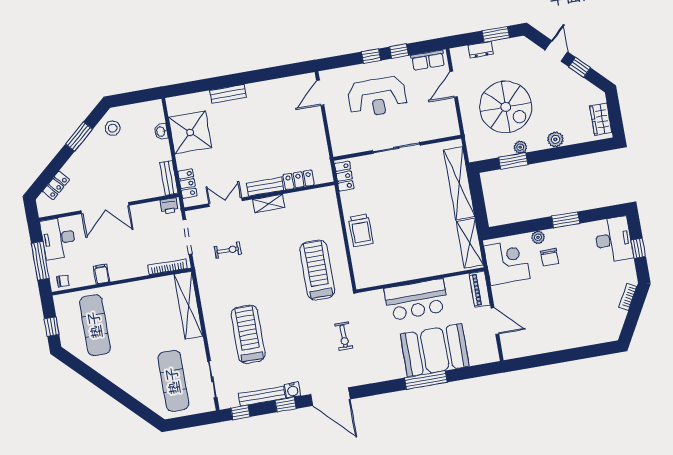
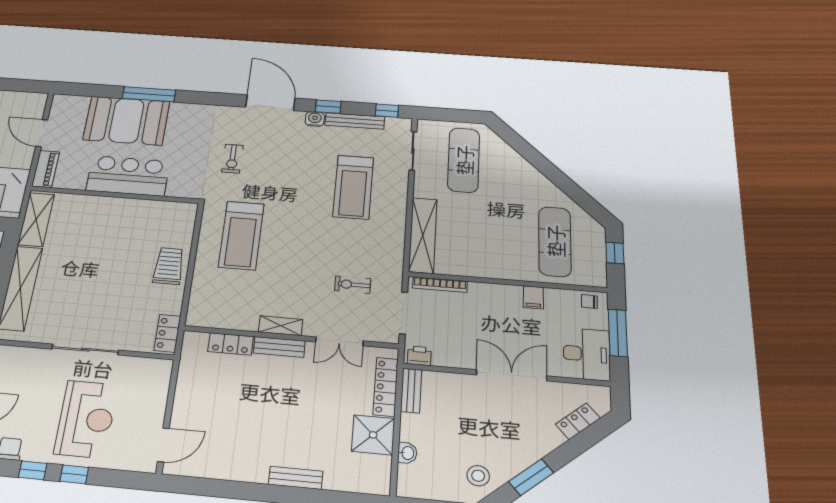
reception desk: (377, 97) -> (86, 419), turned 90
shower: (190, 132) -> (373, 435), width x0.73, depth x0.73
locker: (187, 184) -> (386, 387), width x1.53
exercise bike: (344, 336) -> (232, 159), turned 180

